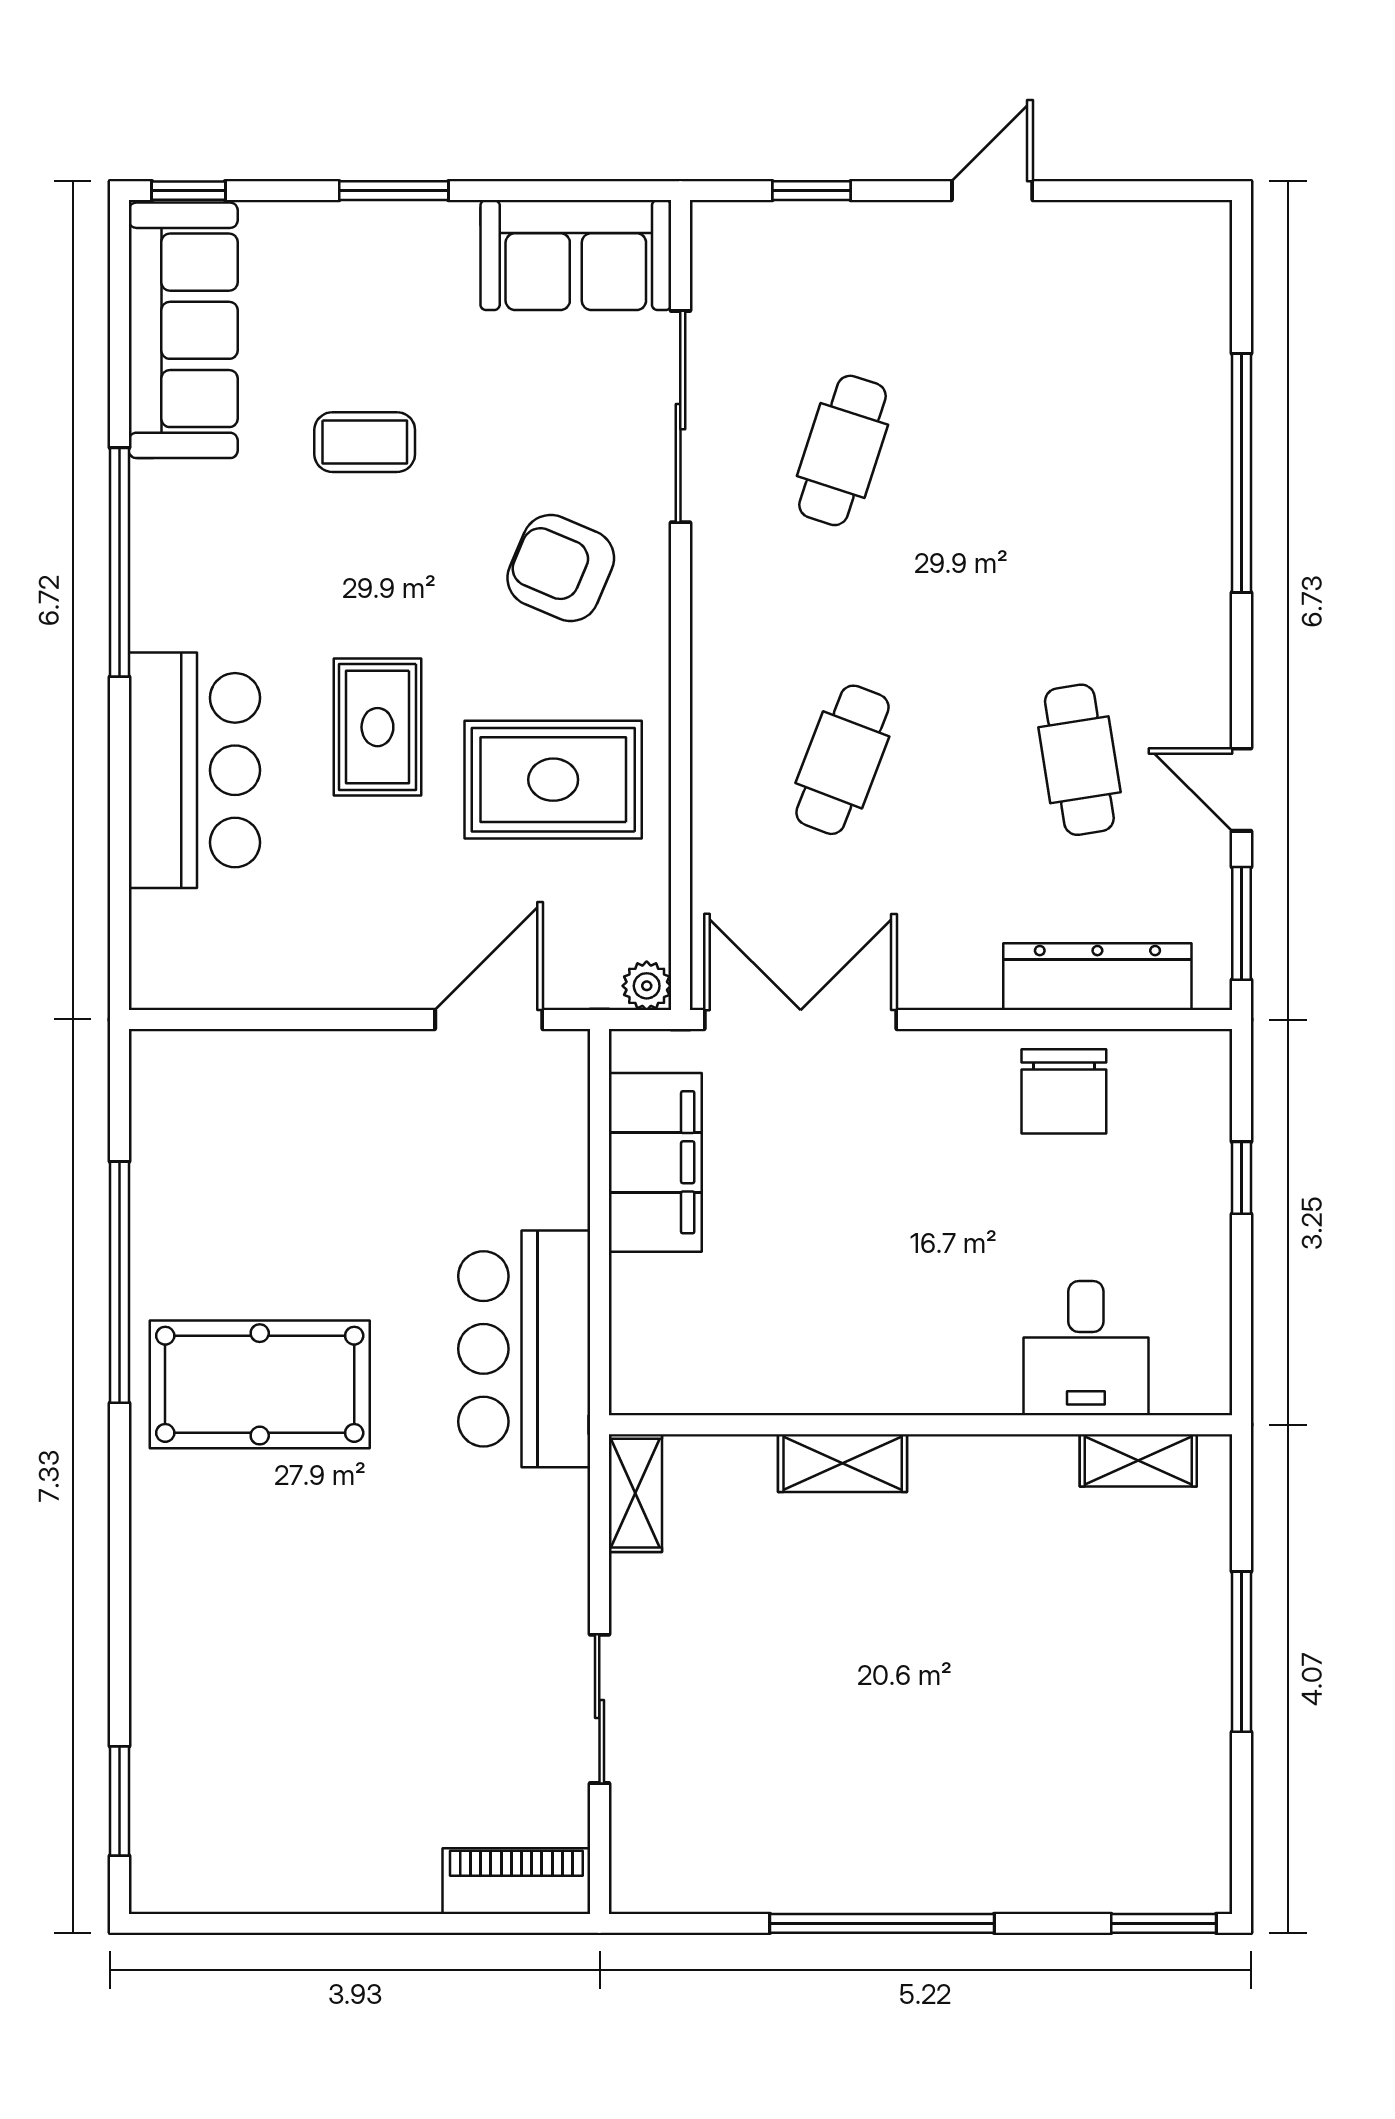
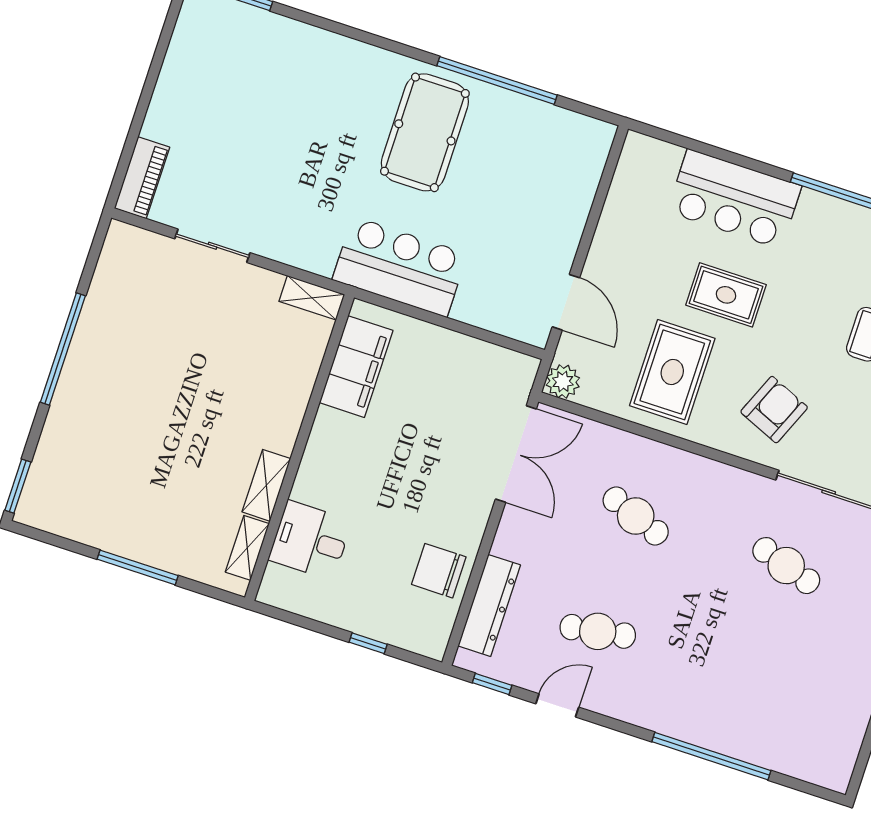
window: (1241, 923) -> (492, 684), width x0.67
plant: (647, 986) -> (563, 382), width x1.38, depth x1.38
filing cabinet: (655, 1162) -> (356, 367), moved, turned -90
shelving: (843, 1463) -> (266, 485), moved

